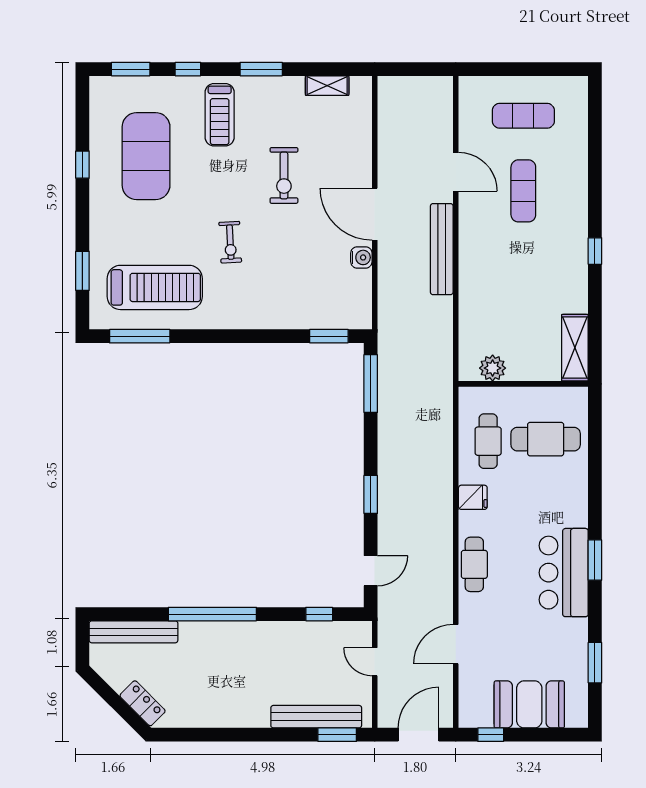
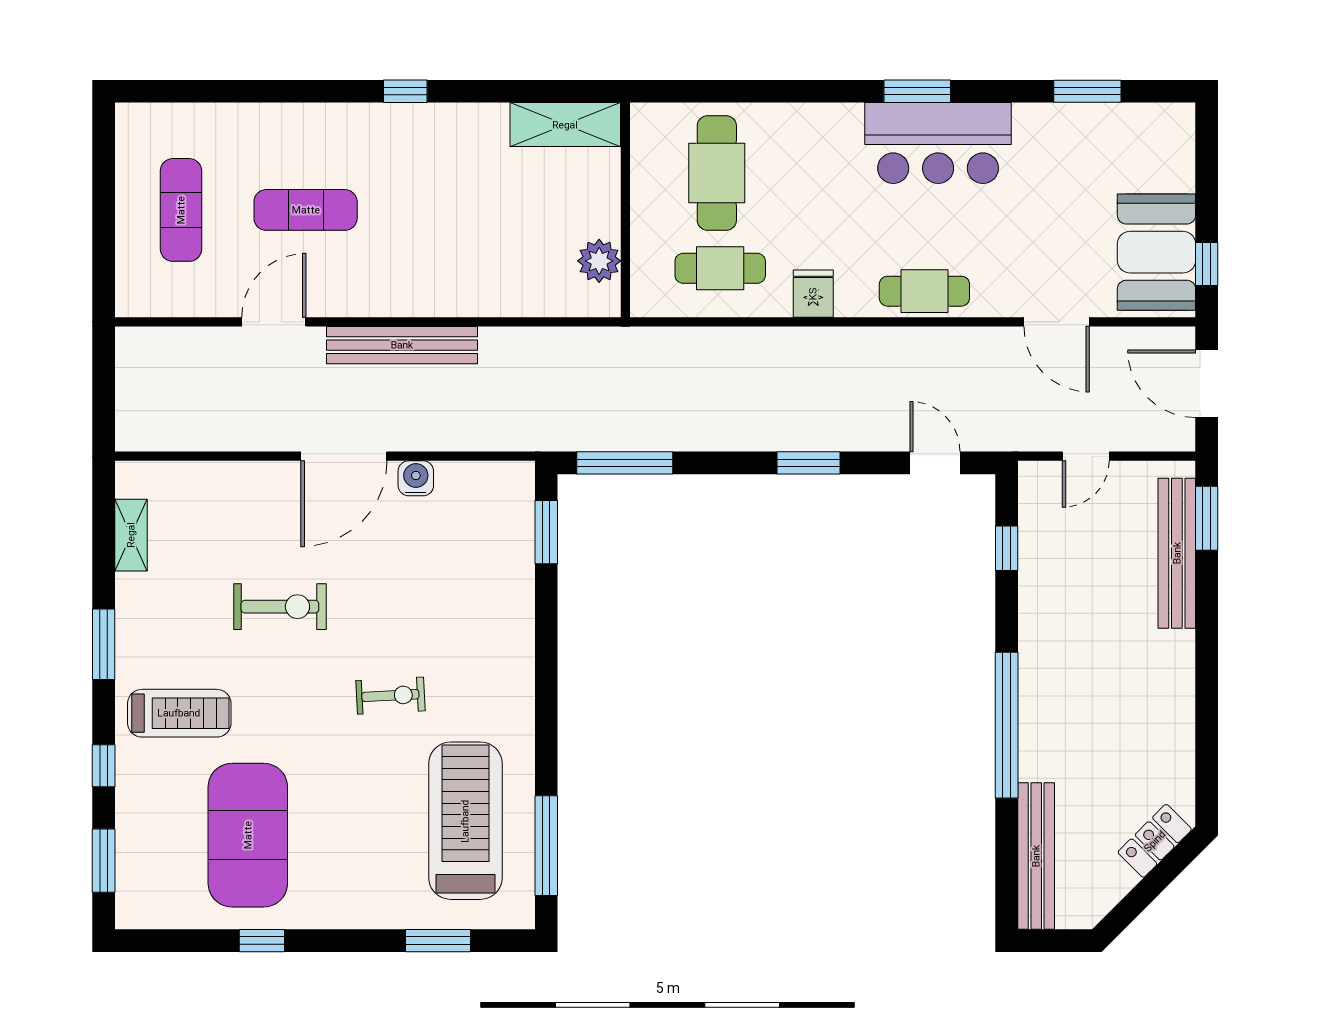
exercise mat: (146, 156) -> (248, 835), turned 90
booth: (529, 704) -> (1156, 252), moved

